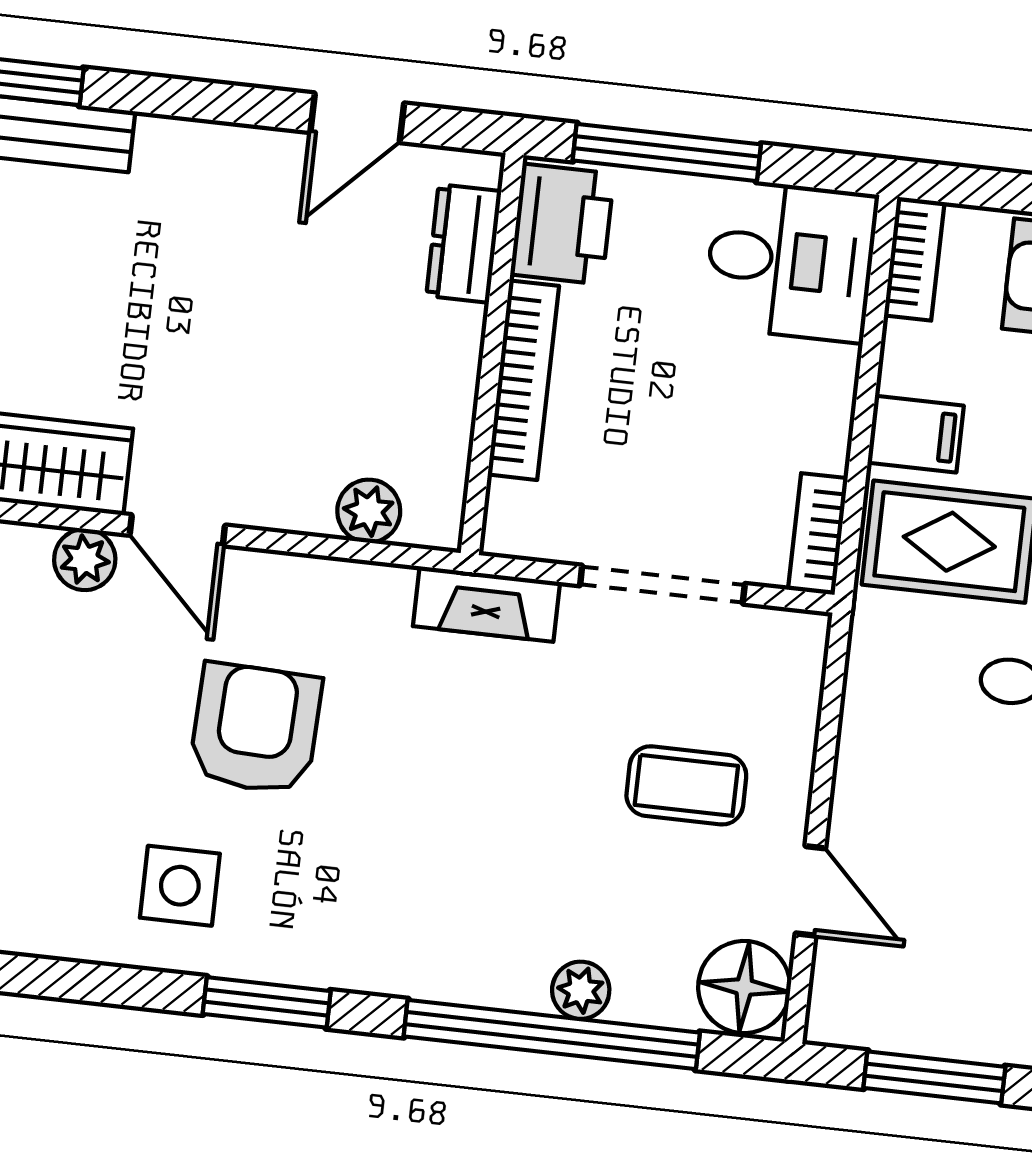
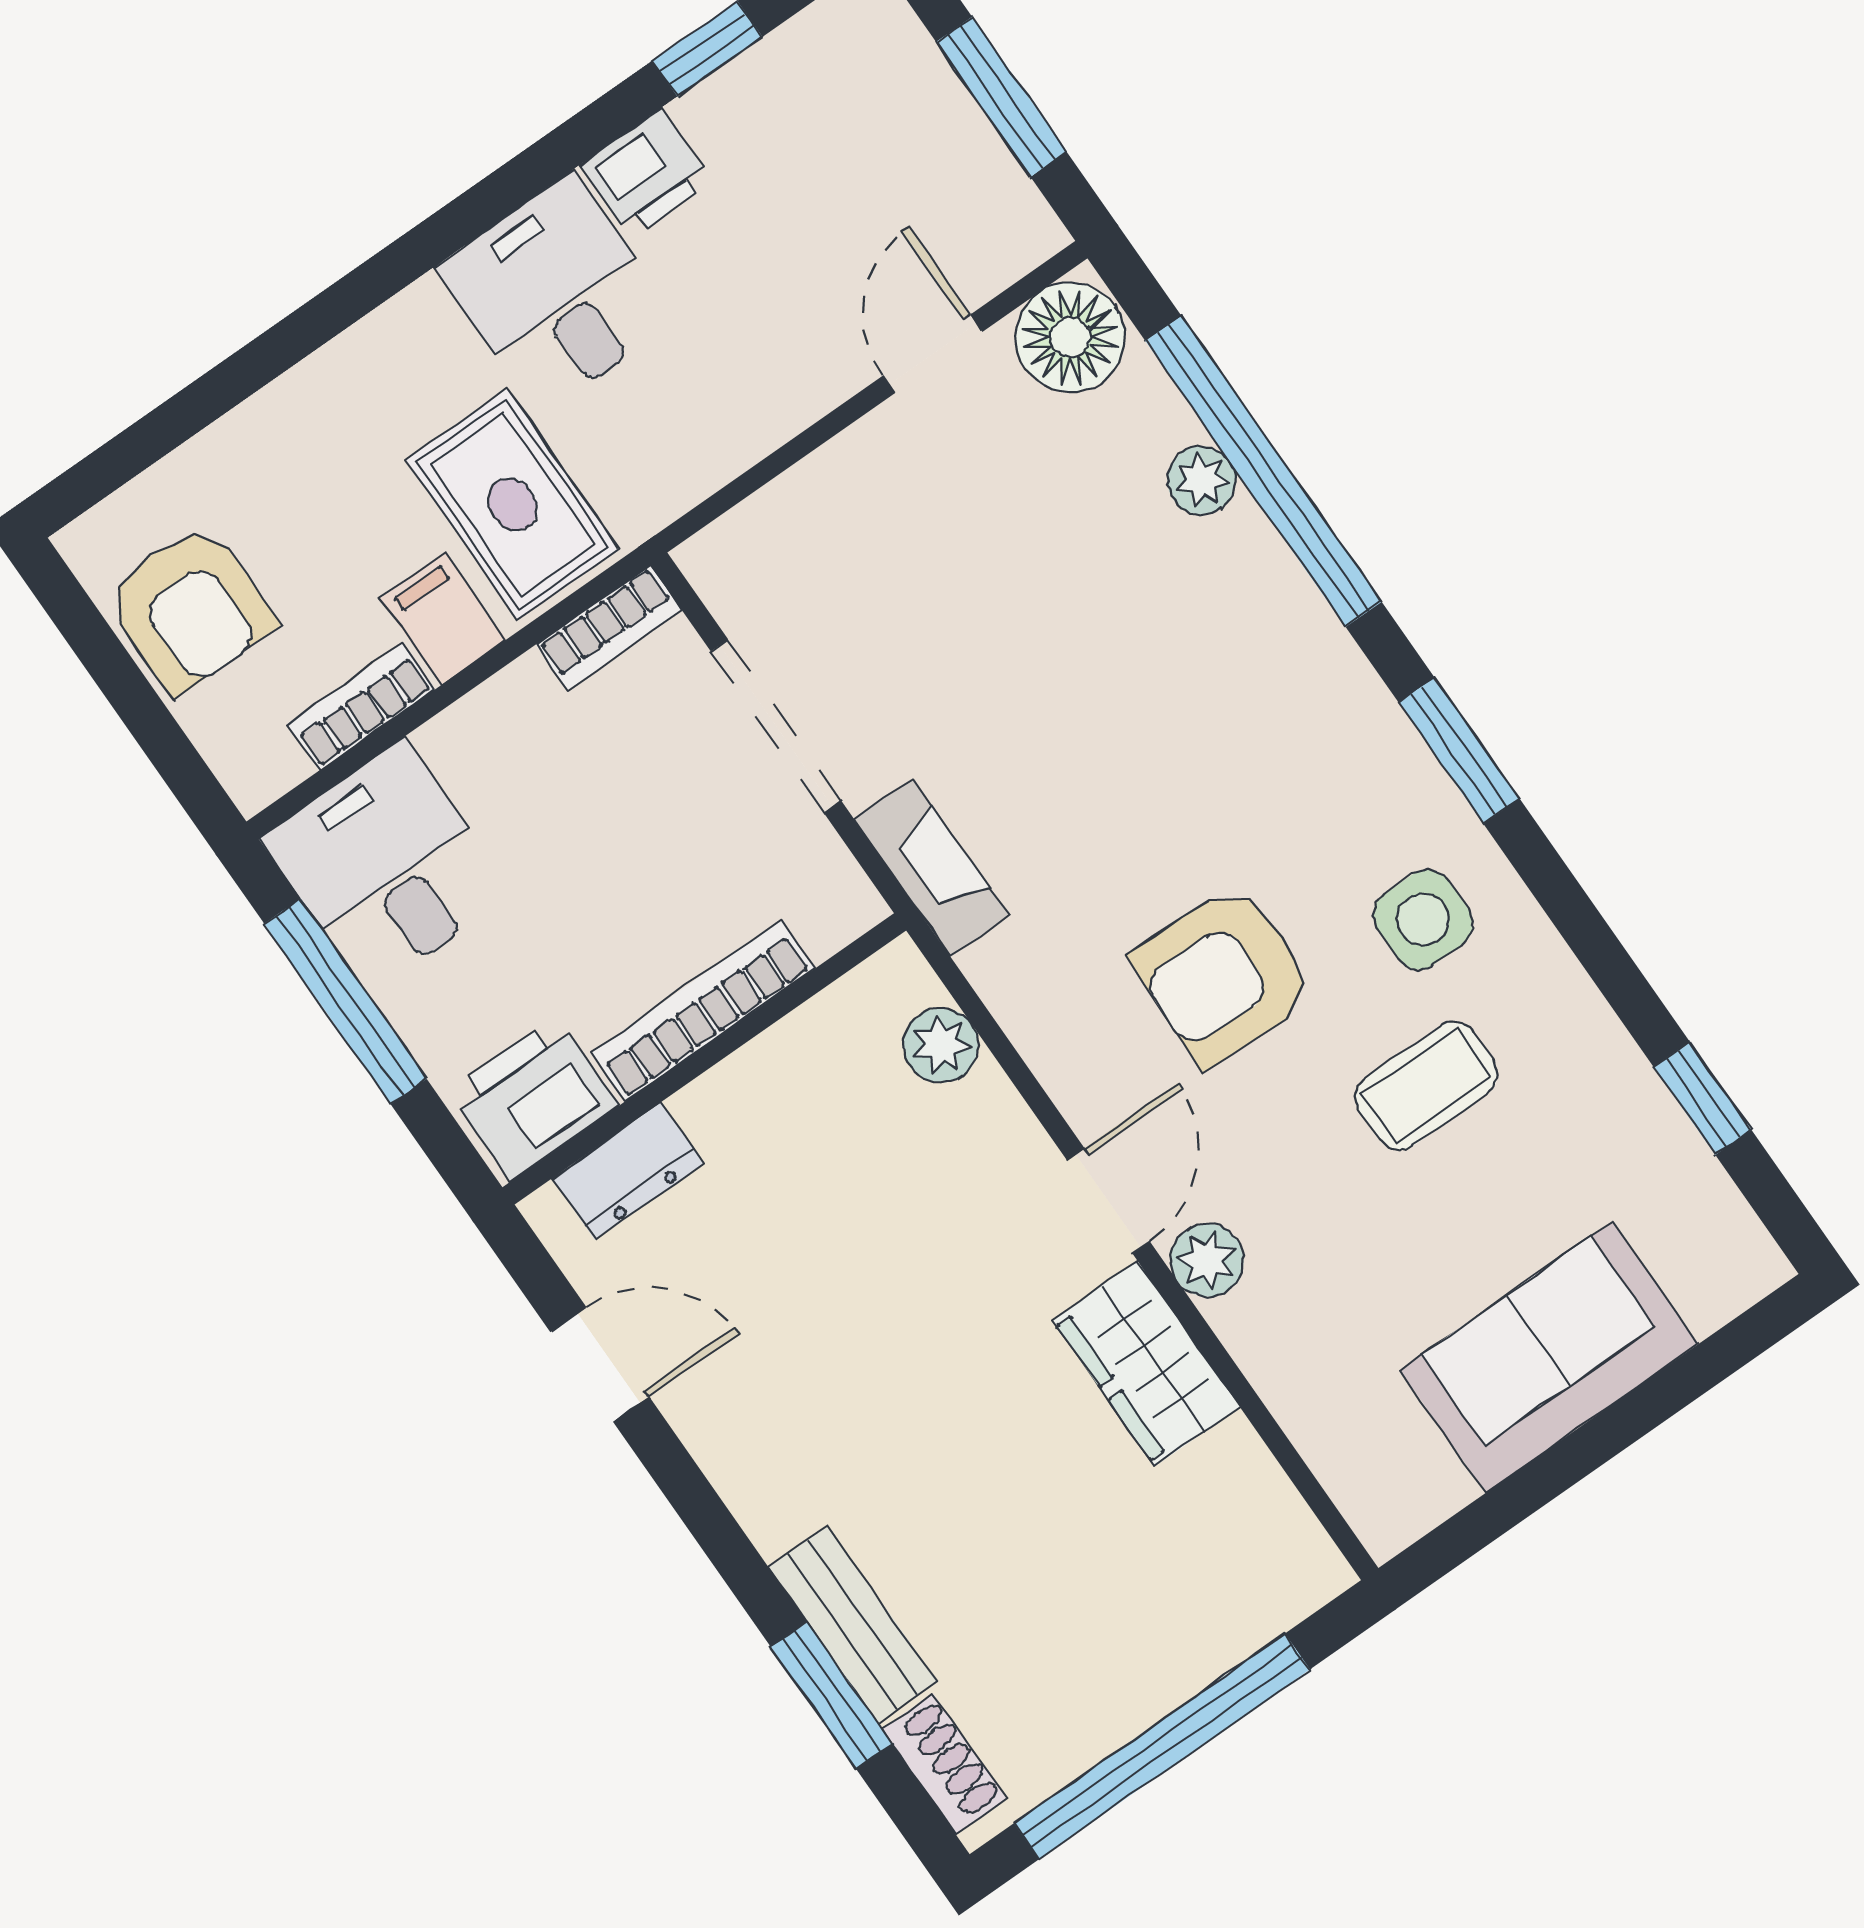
window: (667, 152) -> (346, 1001), moved
bookcase: (914, 259) -> (361, 707), moved
coffee table: (686, 785) -> (1427, 1086), moved, turned 90

